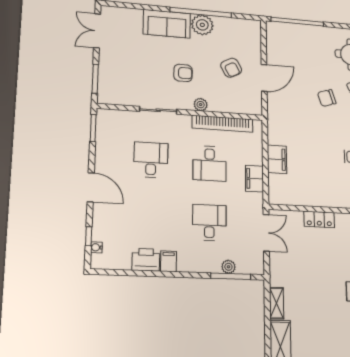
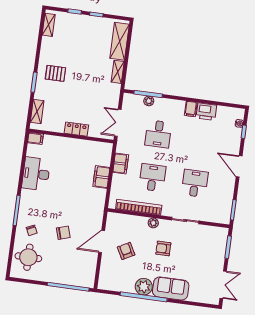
chair: (327, 98) -> (63, 233), moved
desk: (151, 160) -> (195, 183), turned 180

